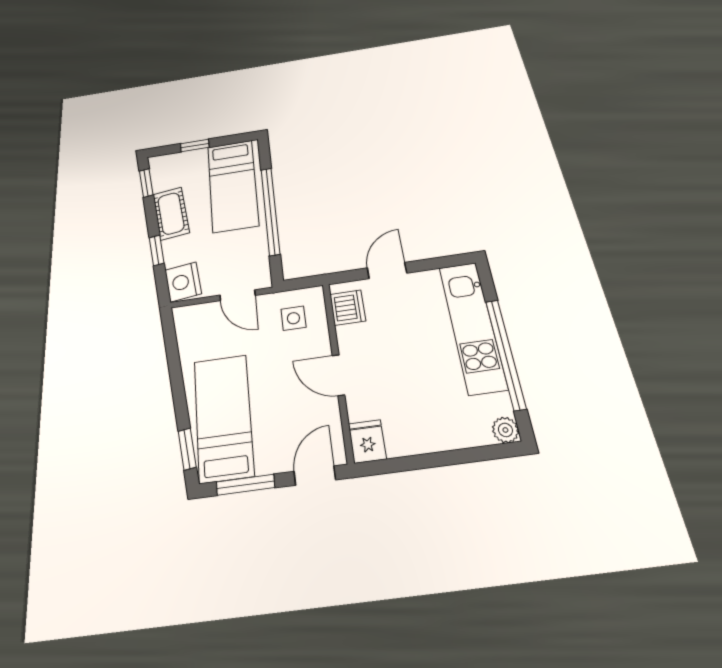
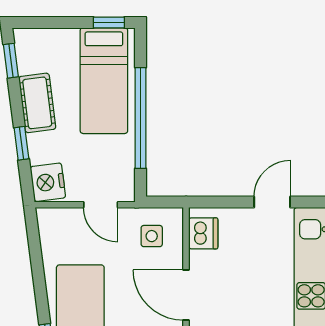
window: (195, 145) -> (109, 22), moved
door: (387, 270) -> (272, 202), moved
door: (338, 375) -> (186, 295), width x1.38

